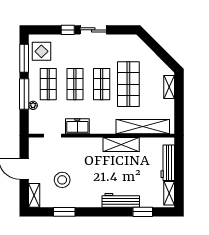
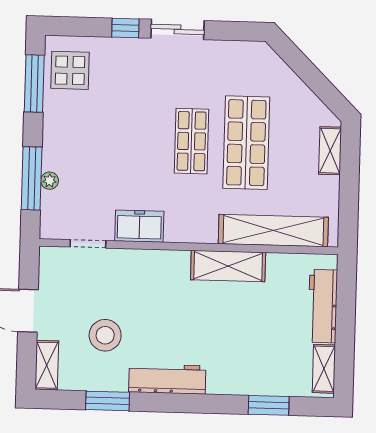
shop shelf: (48, 84) -> (82, 138), removed
shop shelf: (75, 84) -> (137, 140), removed
window: (24, 94) -> (32, 178), moved
workbench: (121, 200) -> (167, 379), moved

